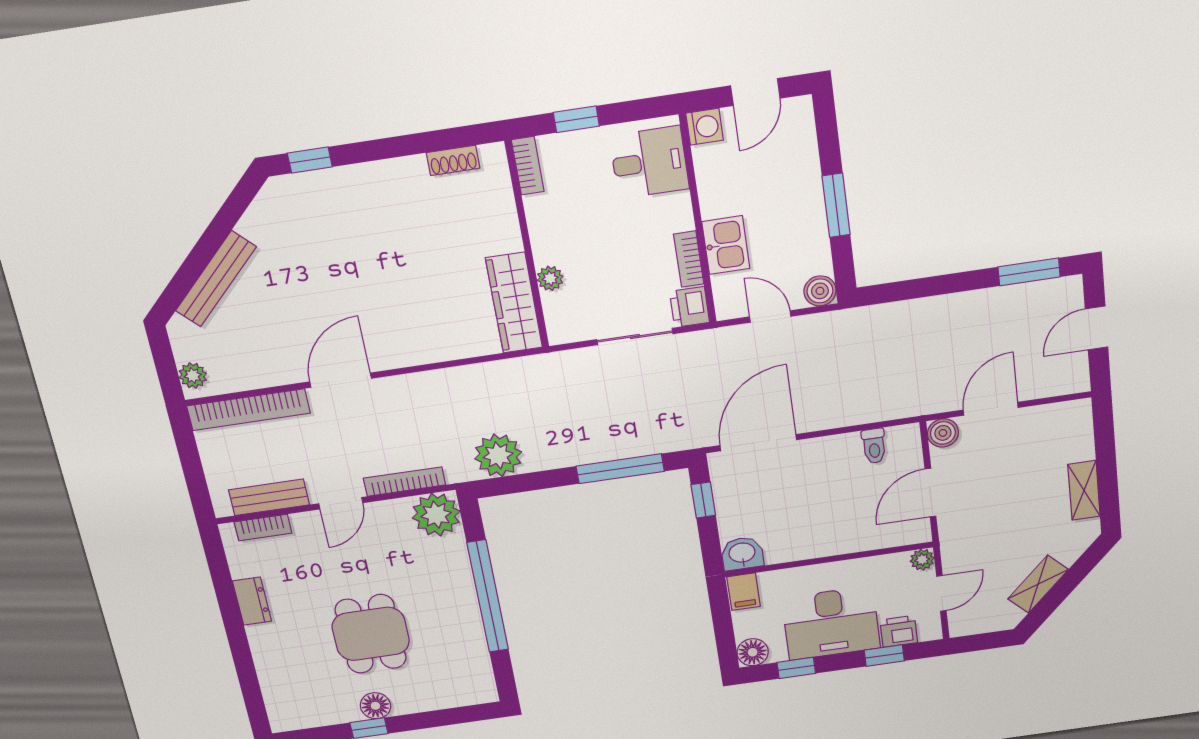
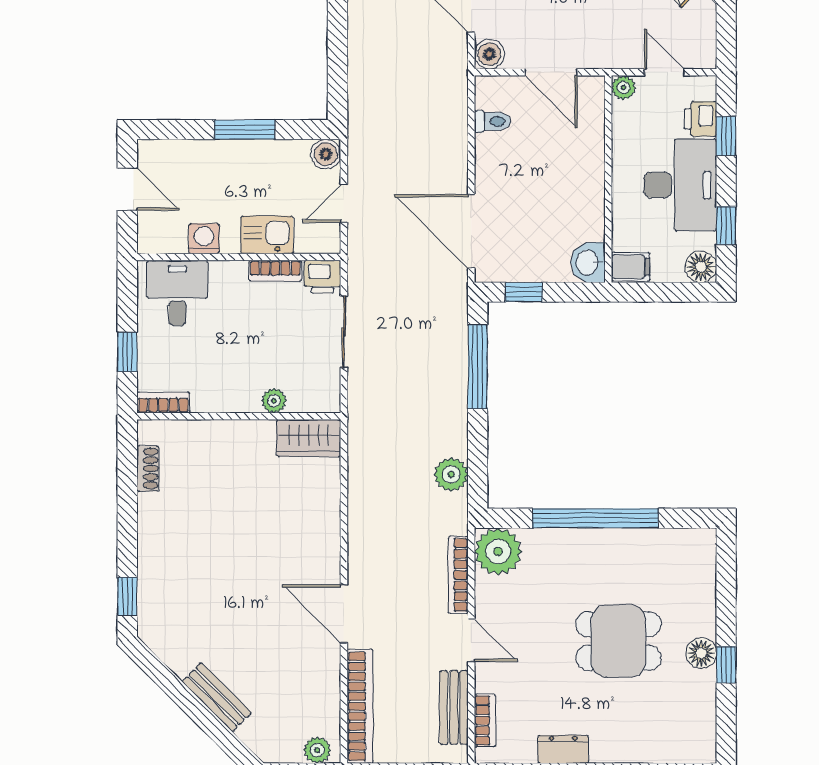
washing machine: (705, 127) -> (204, 239), moved
bench: (216, 279) -> (217, 697), width x0.73
wardrobe: (514, 303) -> (309, 438), width x0.67
plant: (498, 455) -> (451, 474), width x0.73, depth x0.73

